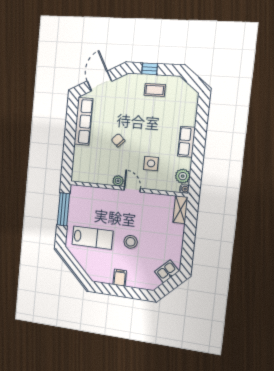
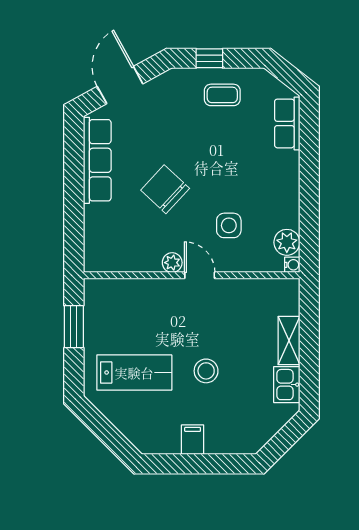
chair: (118, 140) -> (165, 189), width x1.87, depth x1.87
row of seats: (186, 142) -> (287, 123), moved
window: (63, 209) -> (74, 327), width x0.69
shelving: (180, 210) -> (289, 341), moved
kitchen sink: (167, 271) -> (287, 385), moved, turned -45

